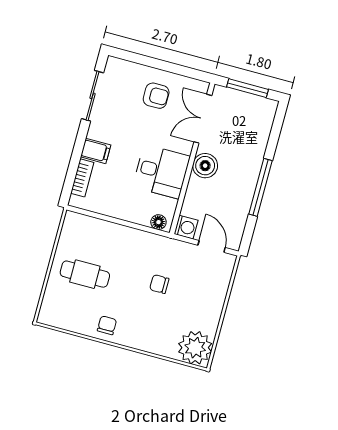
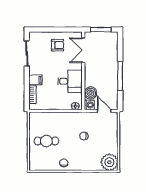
boiler: (205, 166) -> (90, 93), moved

